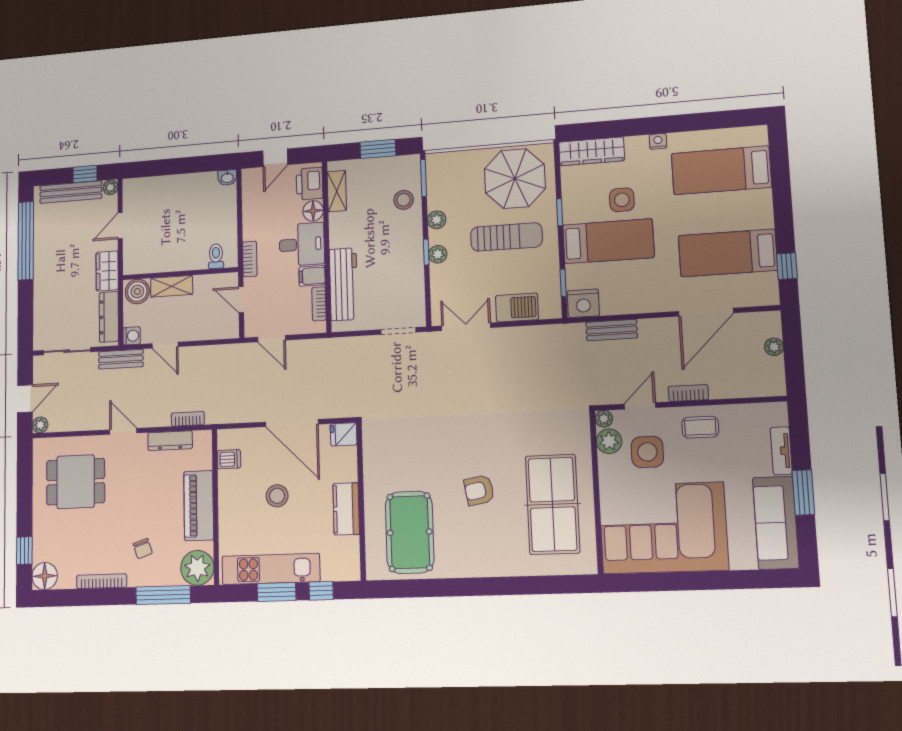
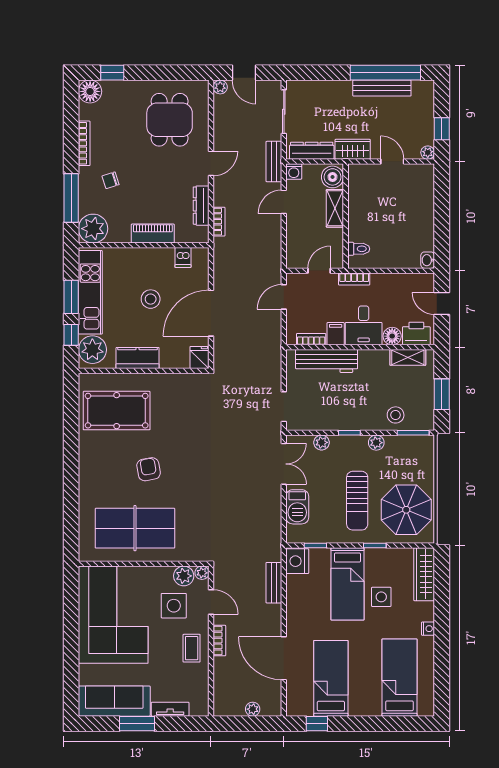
bench: (71, 192) -> (382, 88), moved, turned 90
plant: (438, 254) -> (322, 442), moved
piano: (199, 506) -> (153, 233), width x0.73, depth x0.75
plant: (338, 564) -> (92, 350), added

